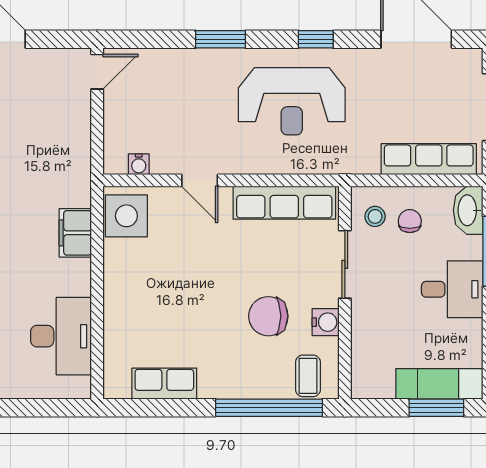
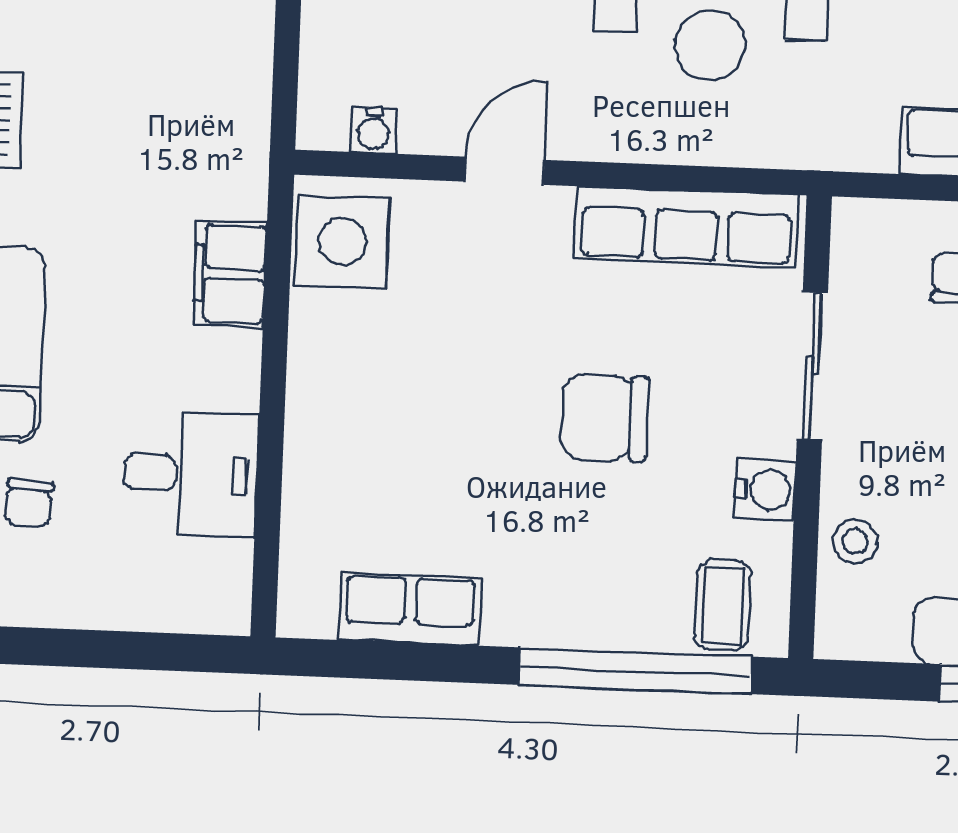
door: (200, 180) -> (505, 171), swing flipped
stool: (375, 216) -> (855, 542), moved
chair: (268, 316) -> (605, 418), moved
desk: (61, 336) -> (191, 474), width x0.73

